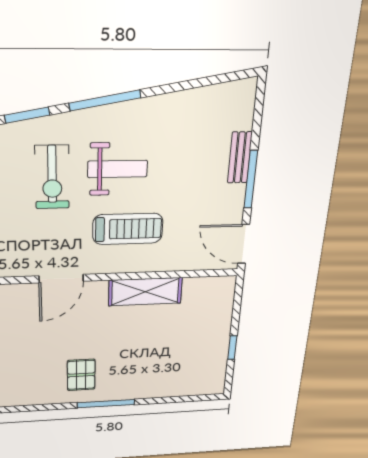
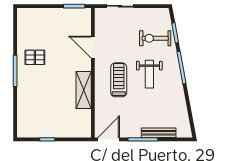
bench: (240, 158) -> (159, 133), width x1.36
exercise bike: (52, 177) -> (155, 38), moved
treadmill: (128, 229) -> (119, 80), turned 180

